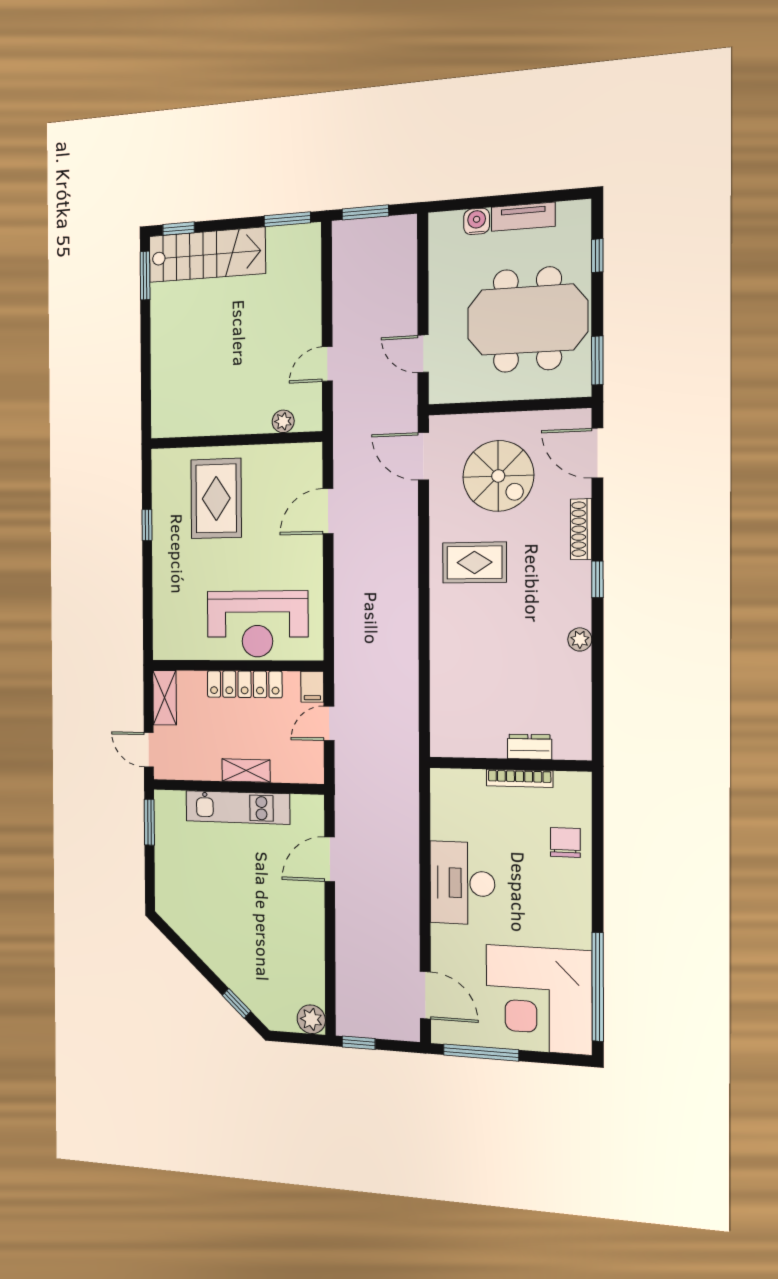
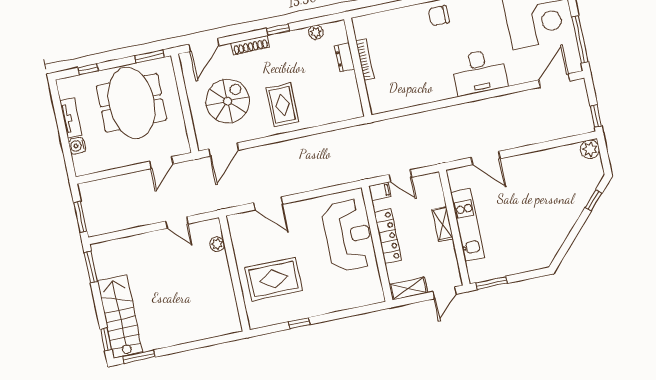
dresser: (530, 747) -> (344, 57), moved
wall: (510, 764) -> (358, 67), moved
bookcase: (520, 778) -> (365, 59), moved

